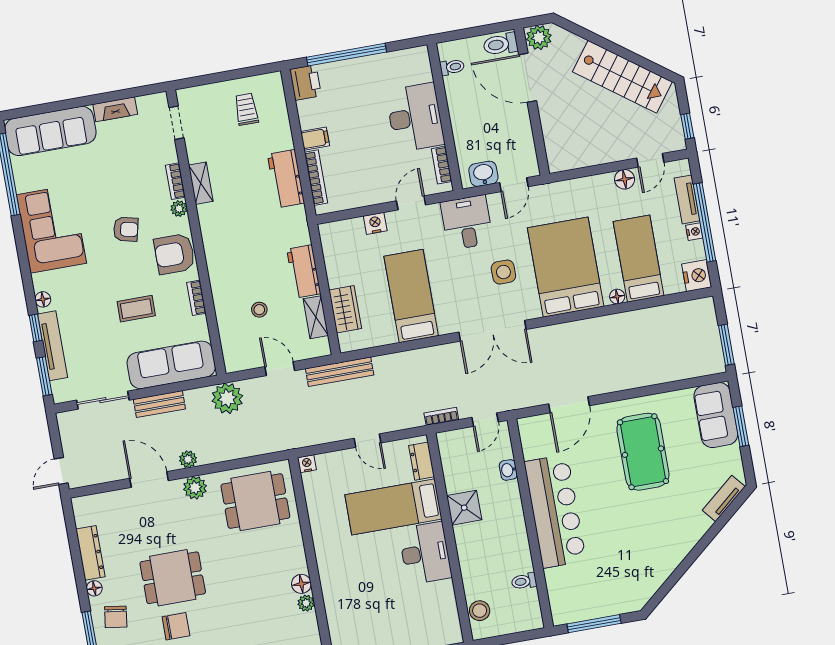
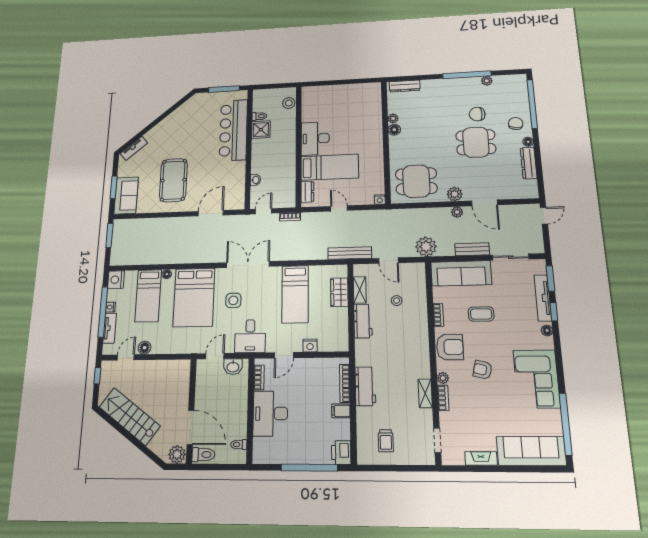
shower: (464, 508) -> (261, 130), moved
bar counter: (555, 511) -> (233, 130), moved

